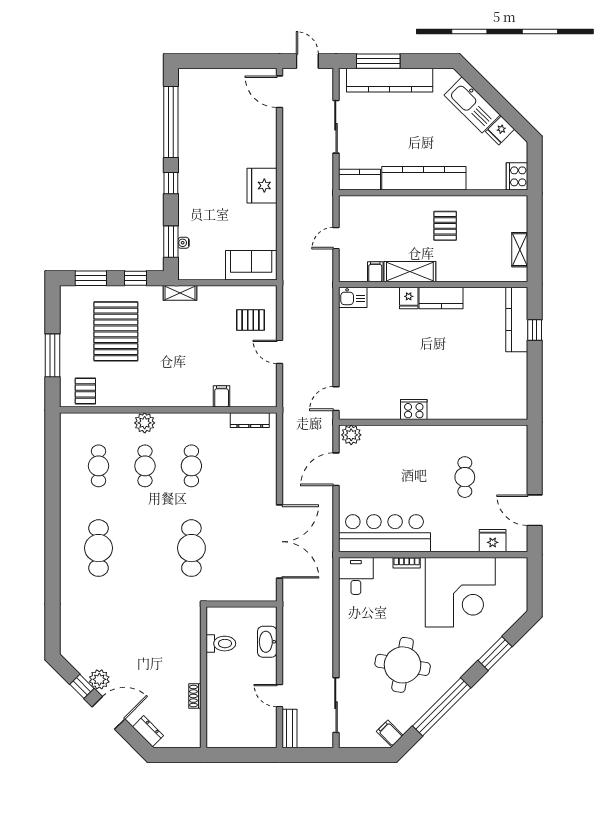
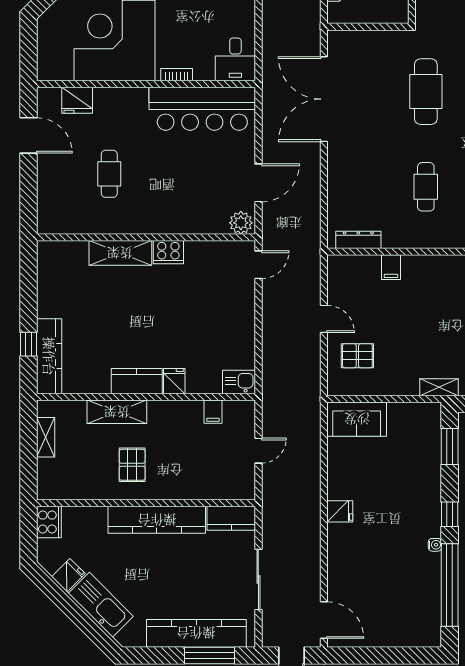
fridge: (262, 186) -> (340, 511), width x0.53, depth x0.75
water cooler: (184, 243) -> (435, 545), moved
shelving: (410, 272) -> (117, 412), moved
shelving: (455, 409) -> (120, 253), added

